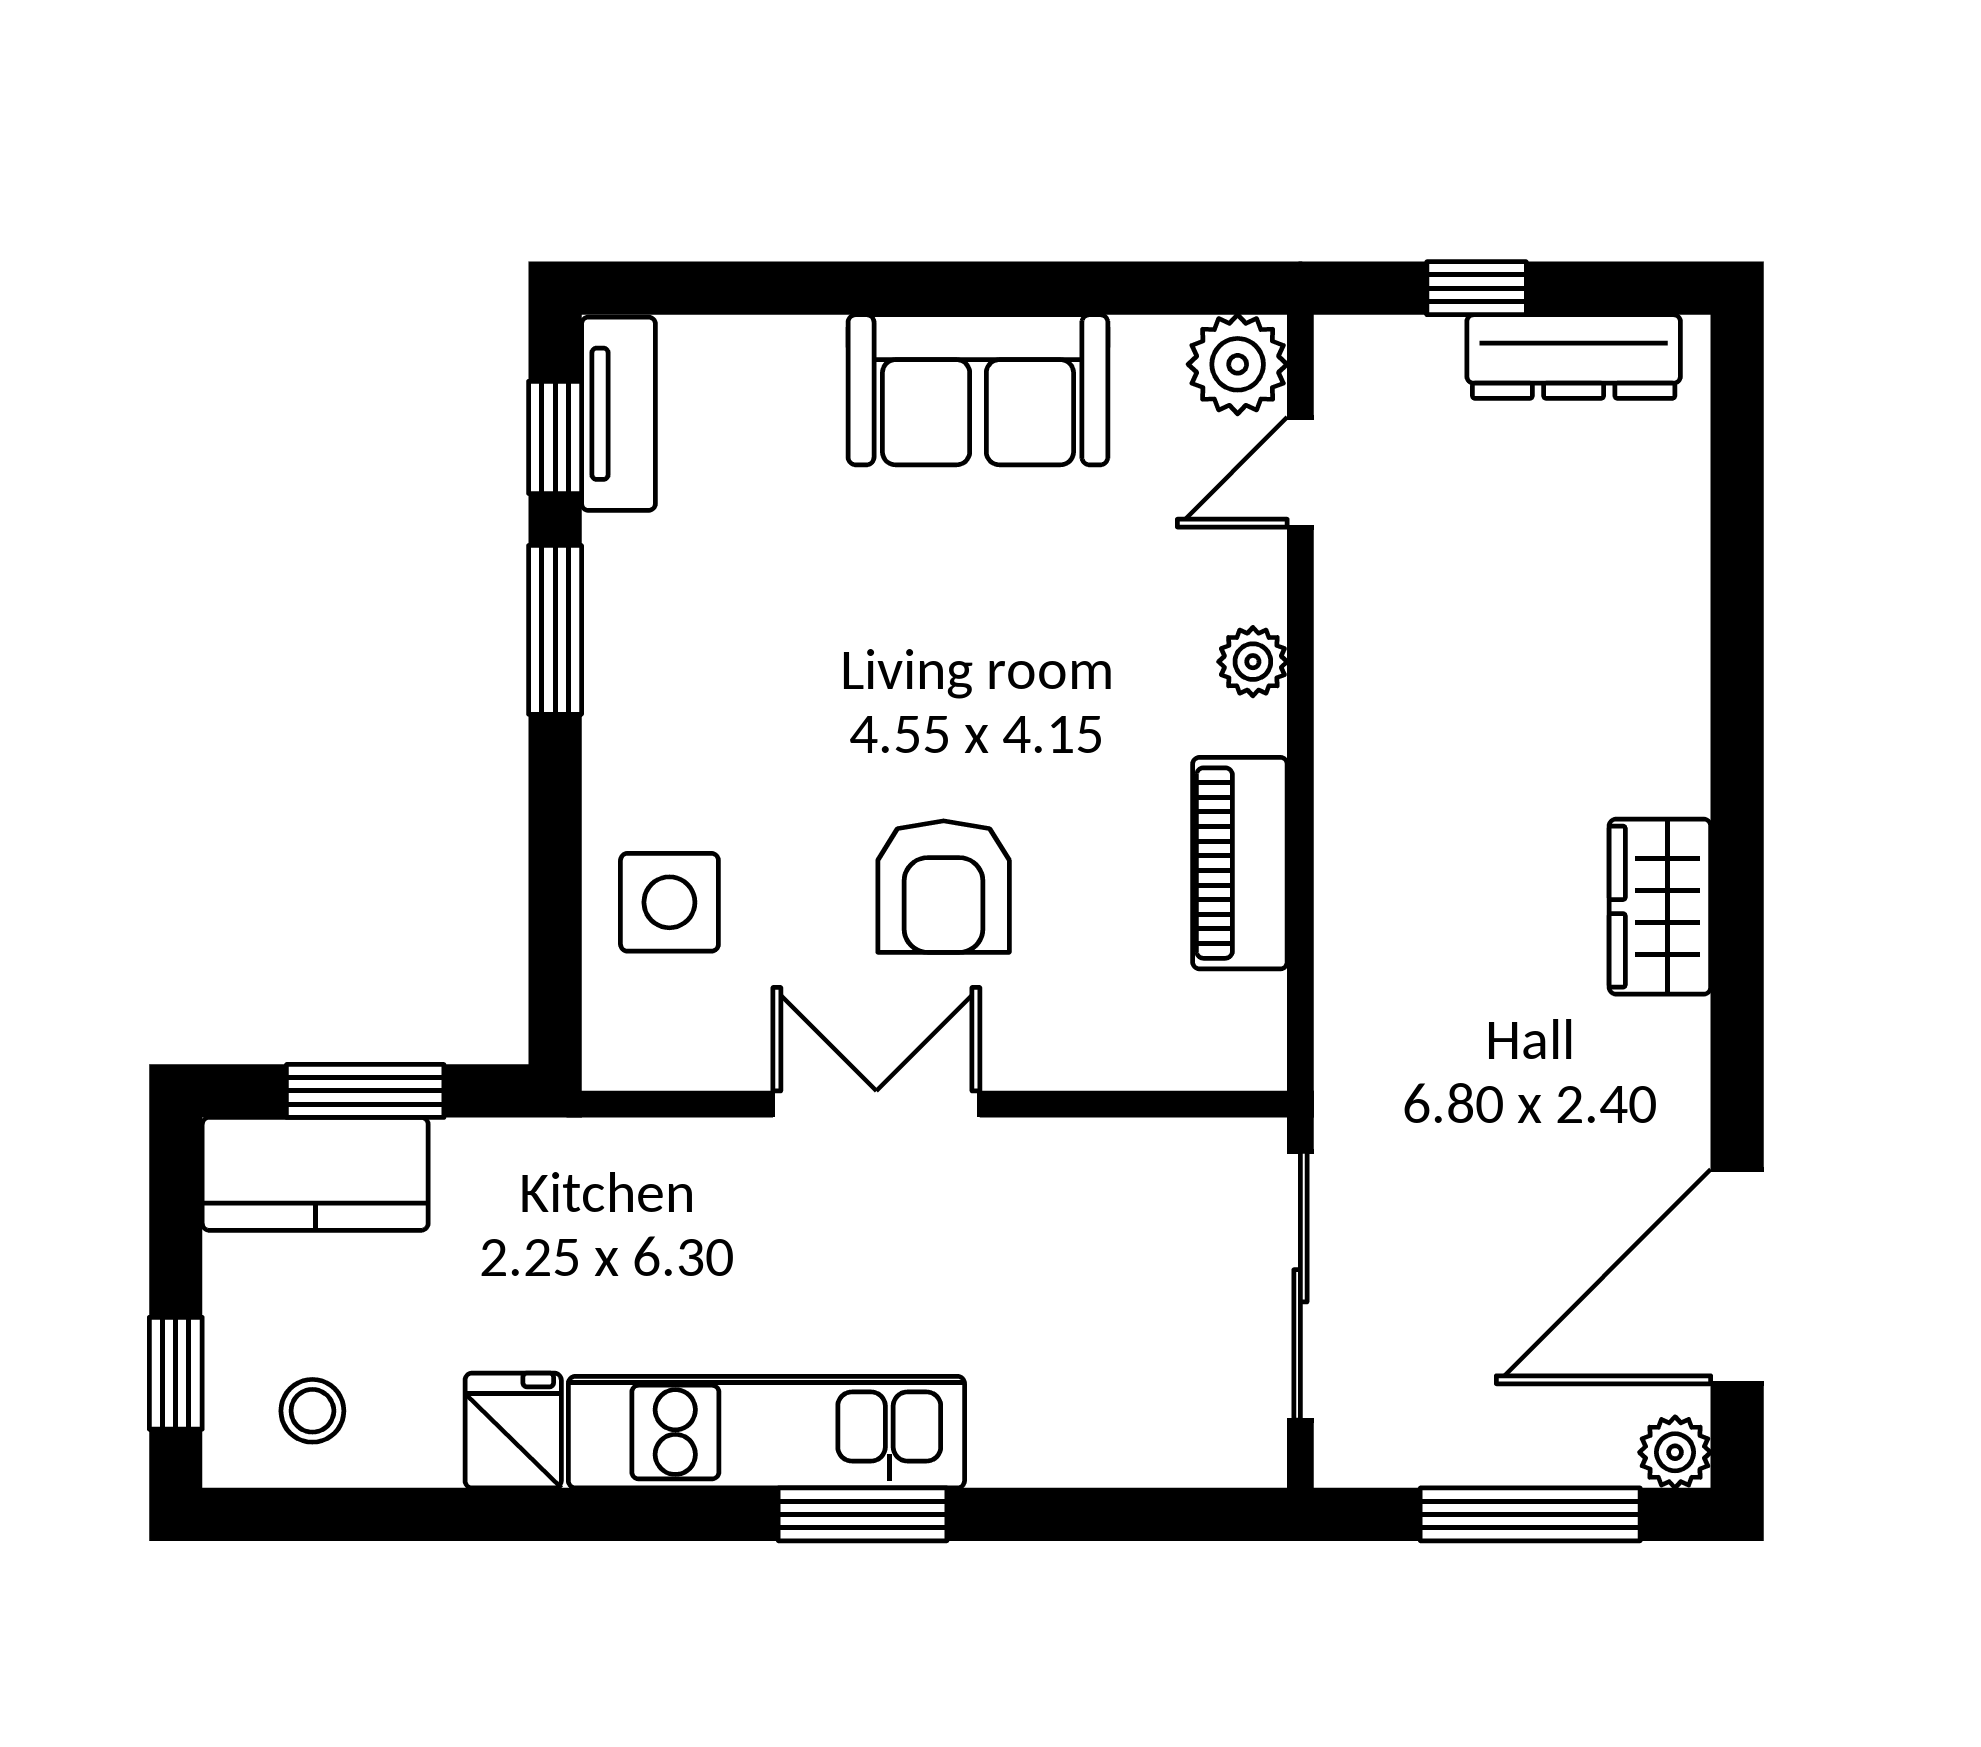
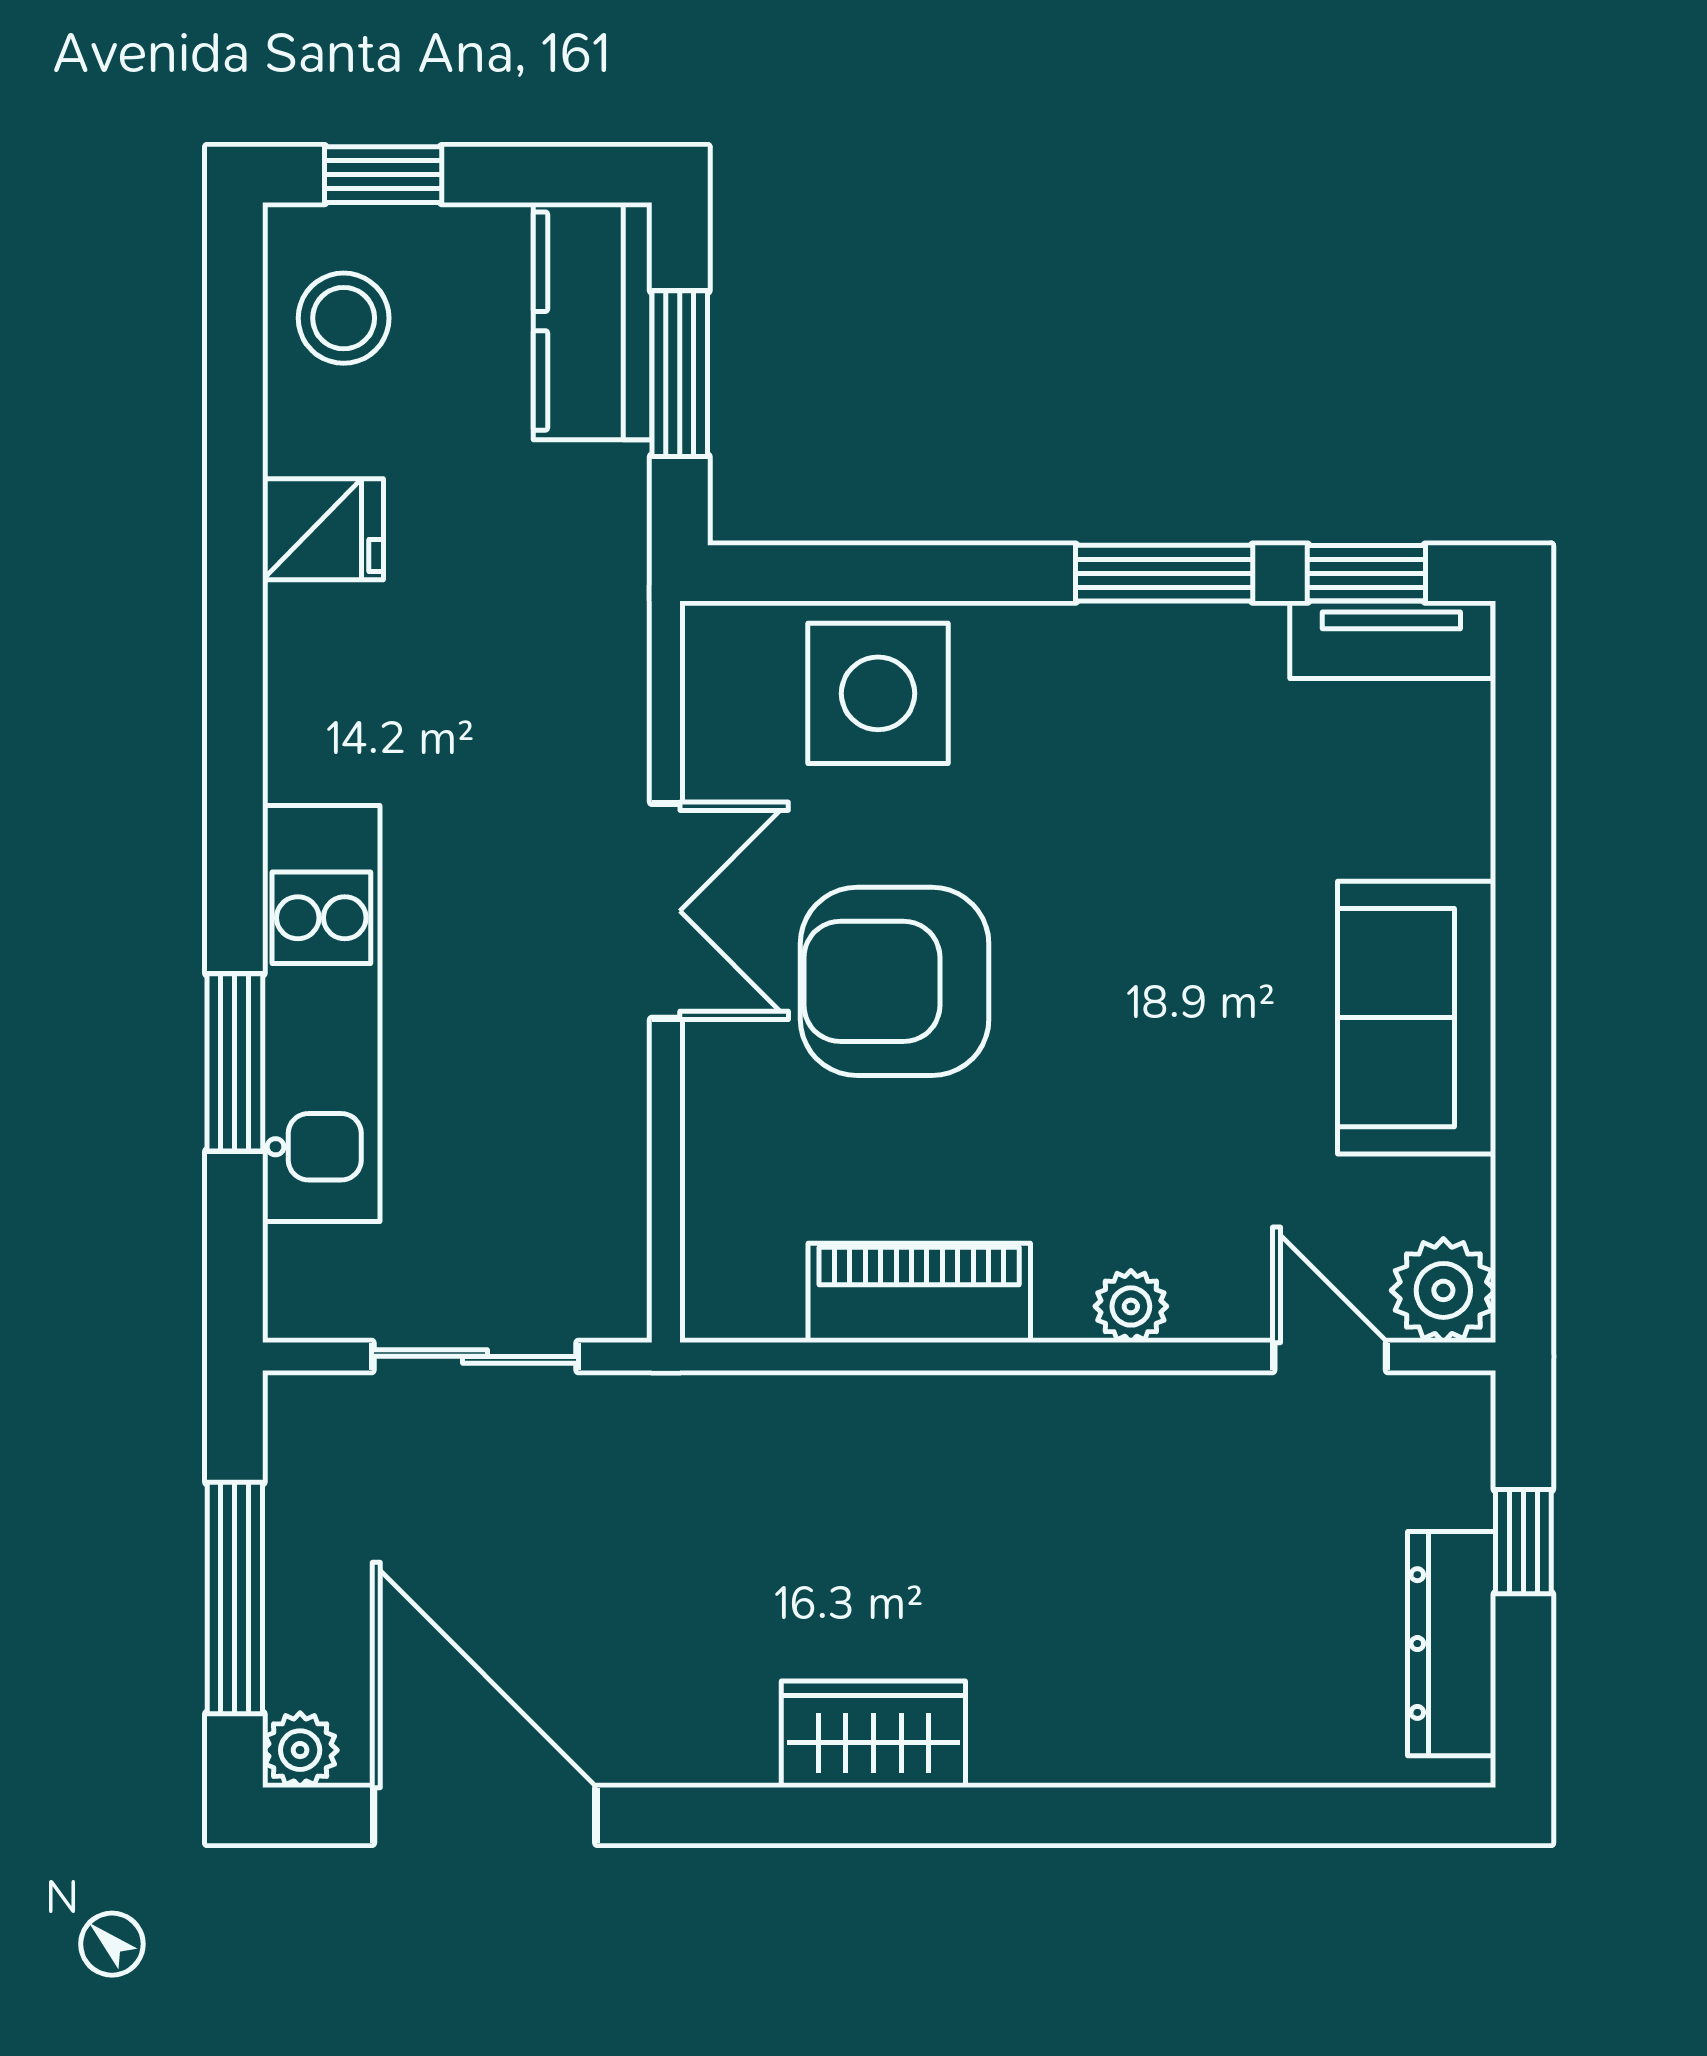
armchair: (944, 887) -> (895, 981), width x1.36, depth x1.36
side table: (669, 902) -> (878, 693), width x1.37, depth x1.37
sliding door: (1300, 1286) -> (475, 1356), width x0.73
stool: (312, 1411) -> (344, 318), width x1.37, depth x1.37
kitchen unit: (766, 1432) -> (321, 1014), moved
window: (863, 1514) -> (235, 1062), moved

